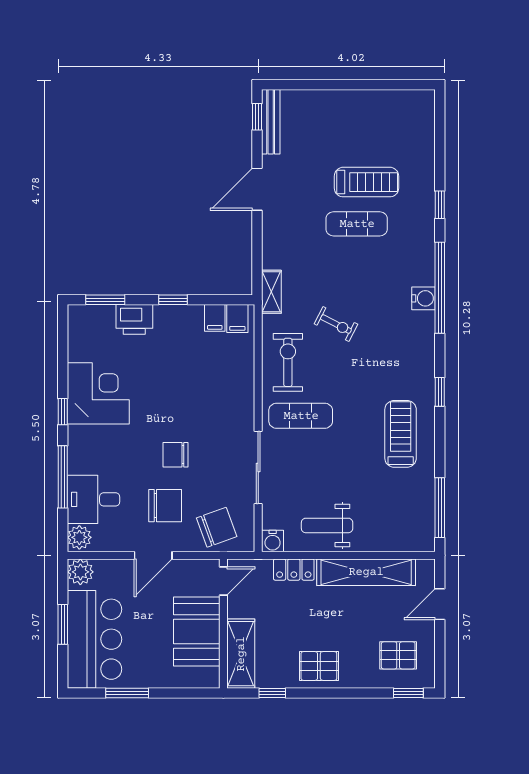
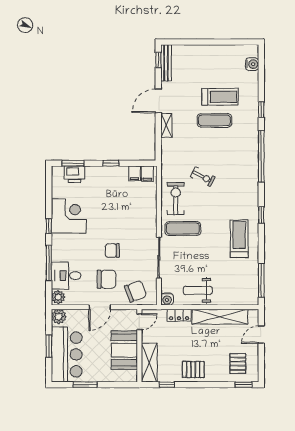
shelving: (271, 292) -> (166, 125), moved
water cooler: (424, 298) -> (252, 64), moved
printer: (134, 319) -> (74, 174), moved
pallet: (398, 655) -> (238, 364), turned 90

